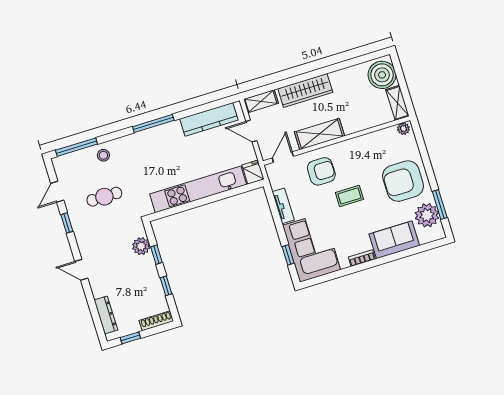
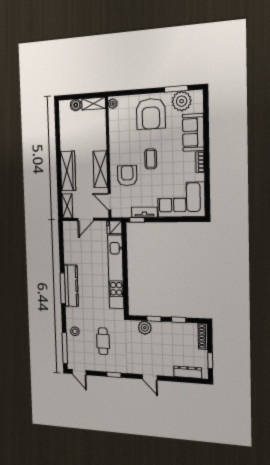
boiler: (382, 75) -> (76, 105), width x0.54, depth x0.54
kitchen counter: (209, 119) -> (71, 286), moved
door: (57, 192) -> (79, 372), moved
window: (288, 255) -> (137, 220), moved
door: (81, 270) -> (150, 377), hinge flipped

